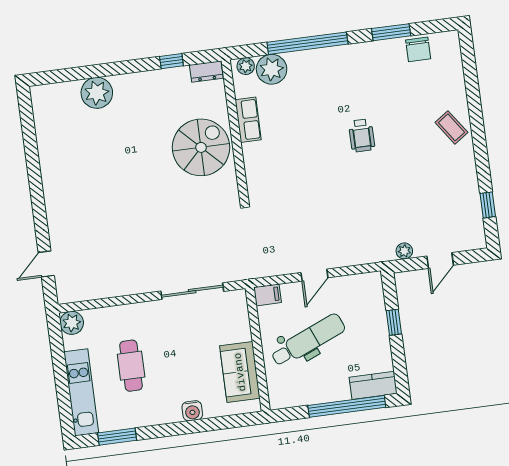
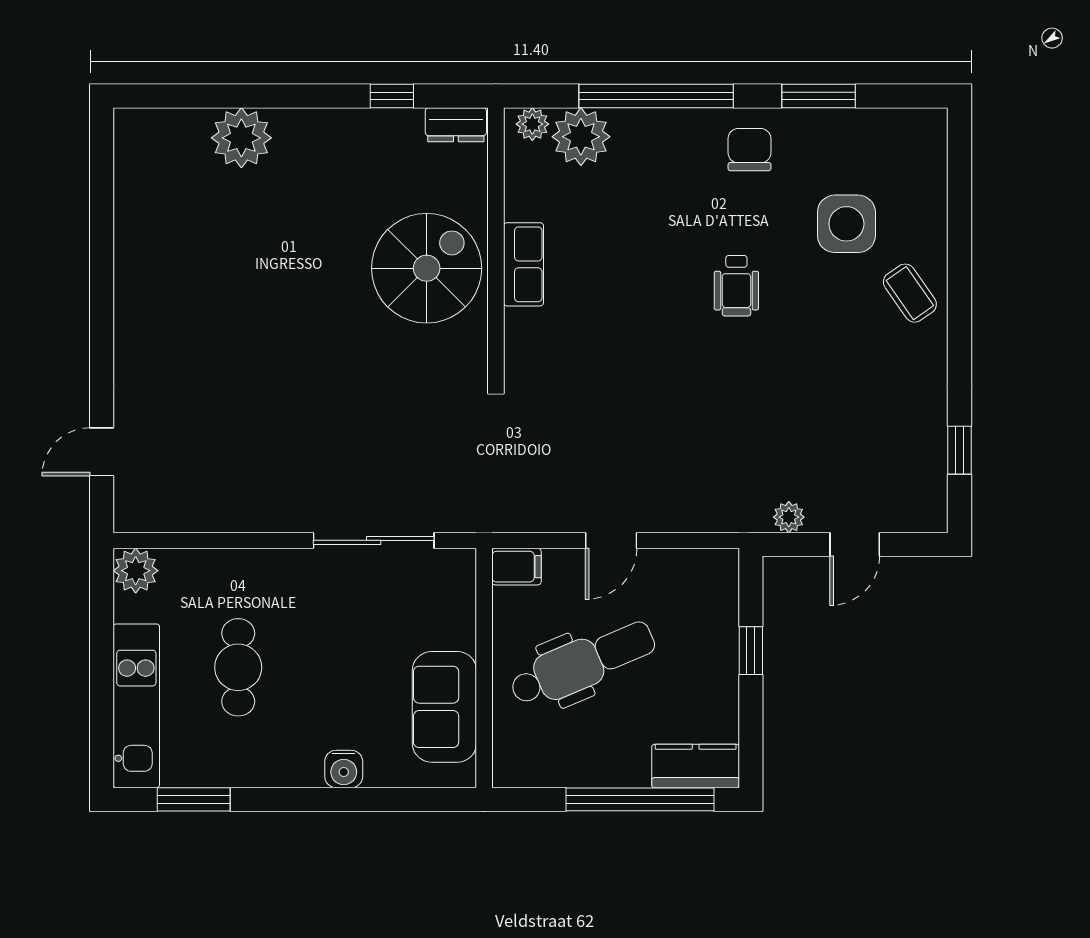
chair: (418, 49) -> (749, 150), moved, turned 180
side table: (414, 96) -> (846, 224), added
row of seats: (248, 120) -> (523, 264), moved

